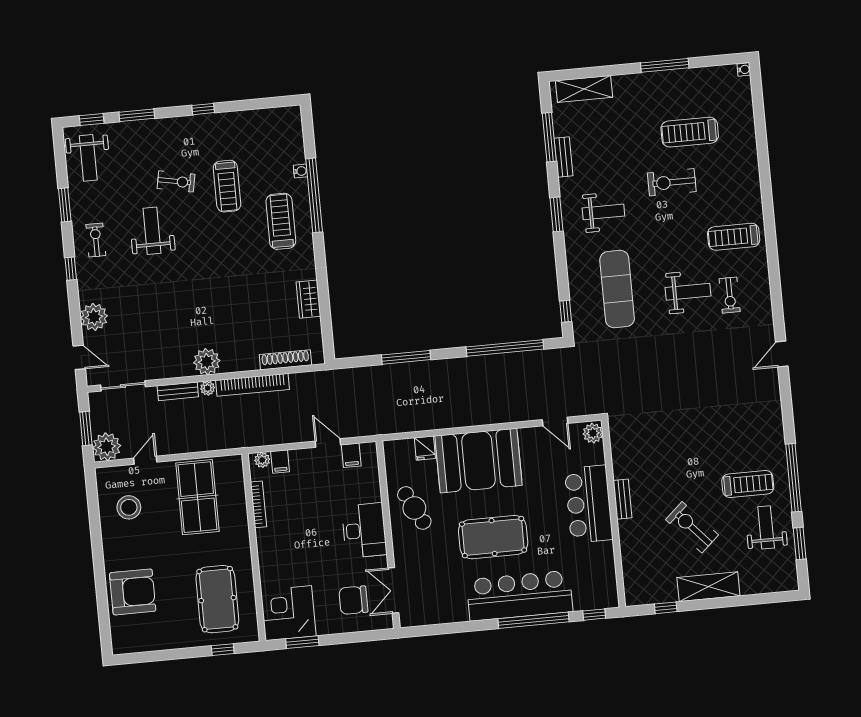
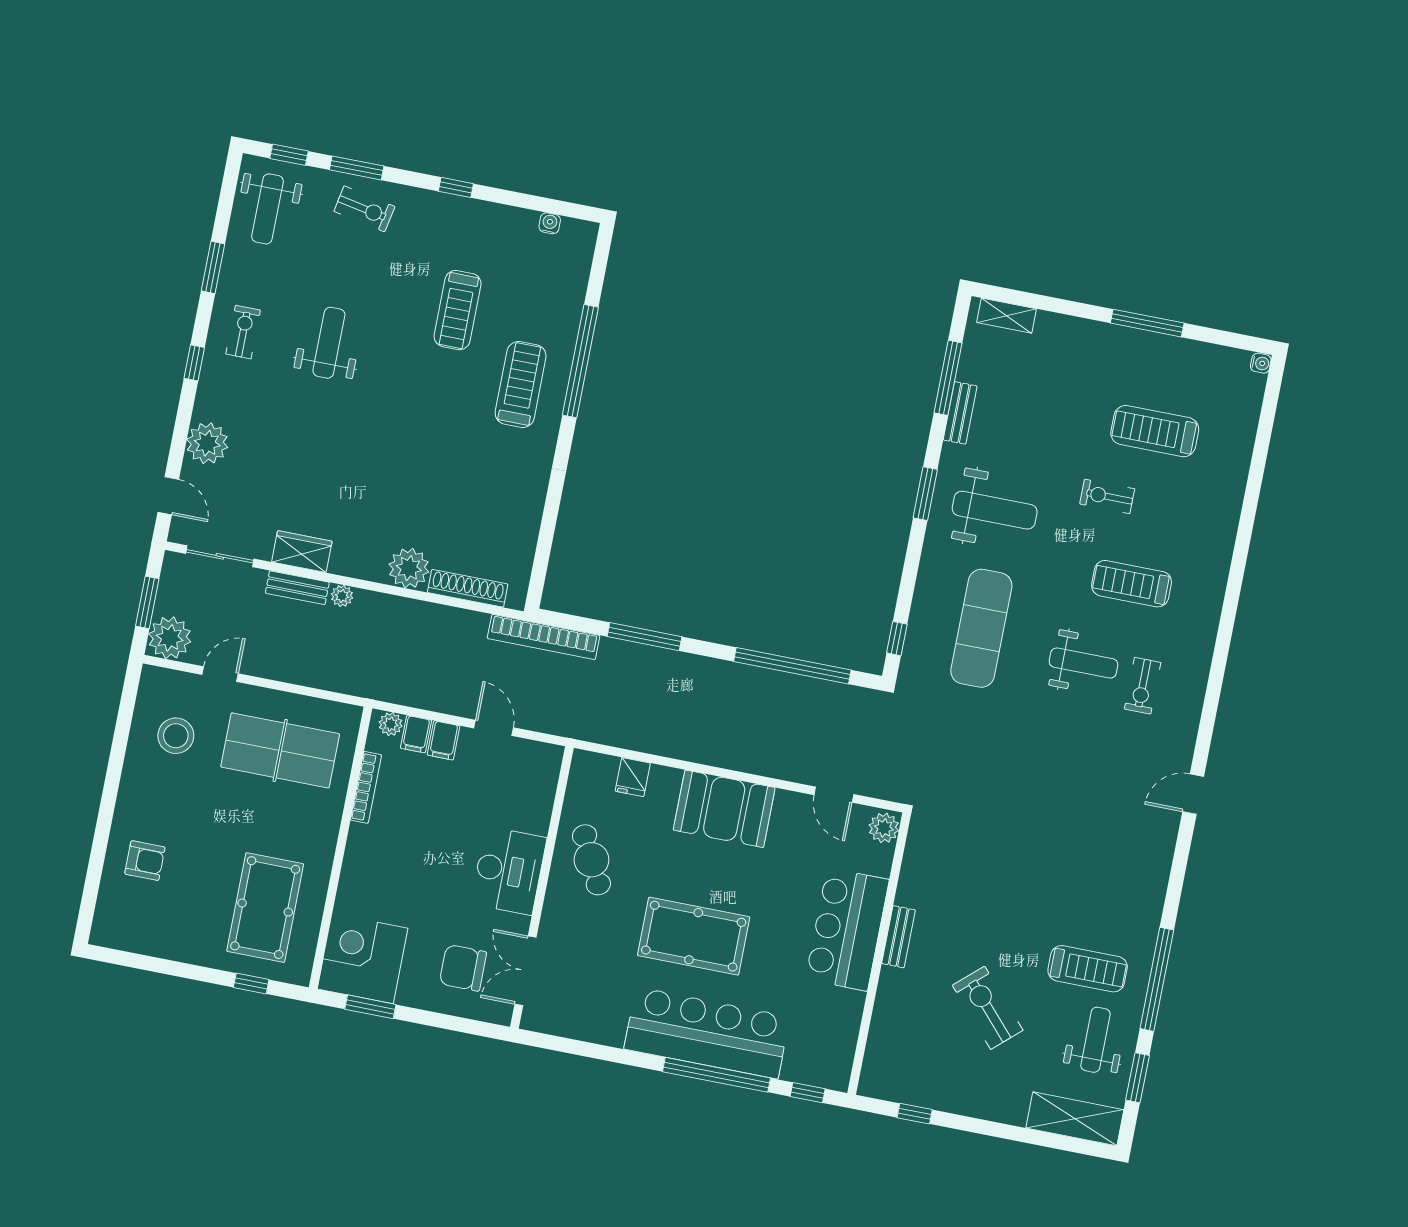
shelving: (584, 89) -> (1007, 316), width x0.67, depth x0.75
water cooler: (300, 171) -> (550, 223), moved, turned -90
exercise bike: (176, 181) -> (364, 209), moved
exercise bike: (672, 182) -> (1107, 496), width x0.73, depth x0.72
weight bench: (603, 212) -> (995, 510), width x1.36, depth x1.33
treadmill: (734, 237) -> (1131, 584), moved
wardrobe: (308, 299) -> (302, 552), moved, turned 90
plant: (207, 362) -> (409, 568), moved
bookcase: (252, 385) -> (544, 637), moved
filing cabinet: (351, 455) -> (444, 740), moved
booth: (478, 461) -> (724, 809), width x0.73, depth x0.70
table tennis table: (197, 497) -> (280, 750), turned 90
shelving: (708, 587) -> (1075, 1119), moved
armchair: (133, 592) -> (145, 861), width x0.53, depth x0.53

